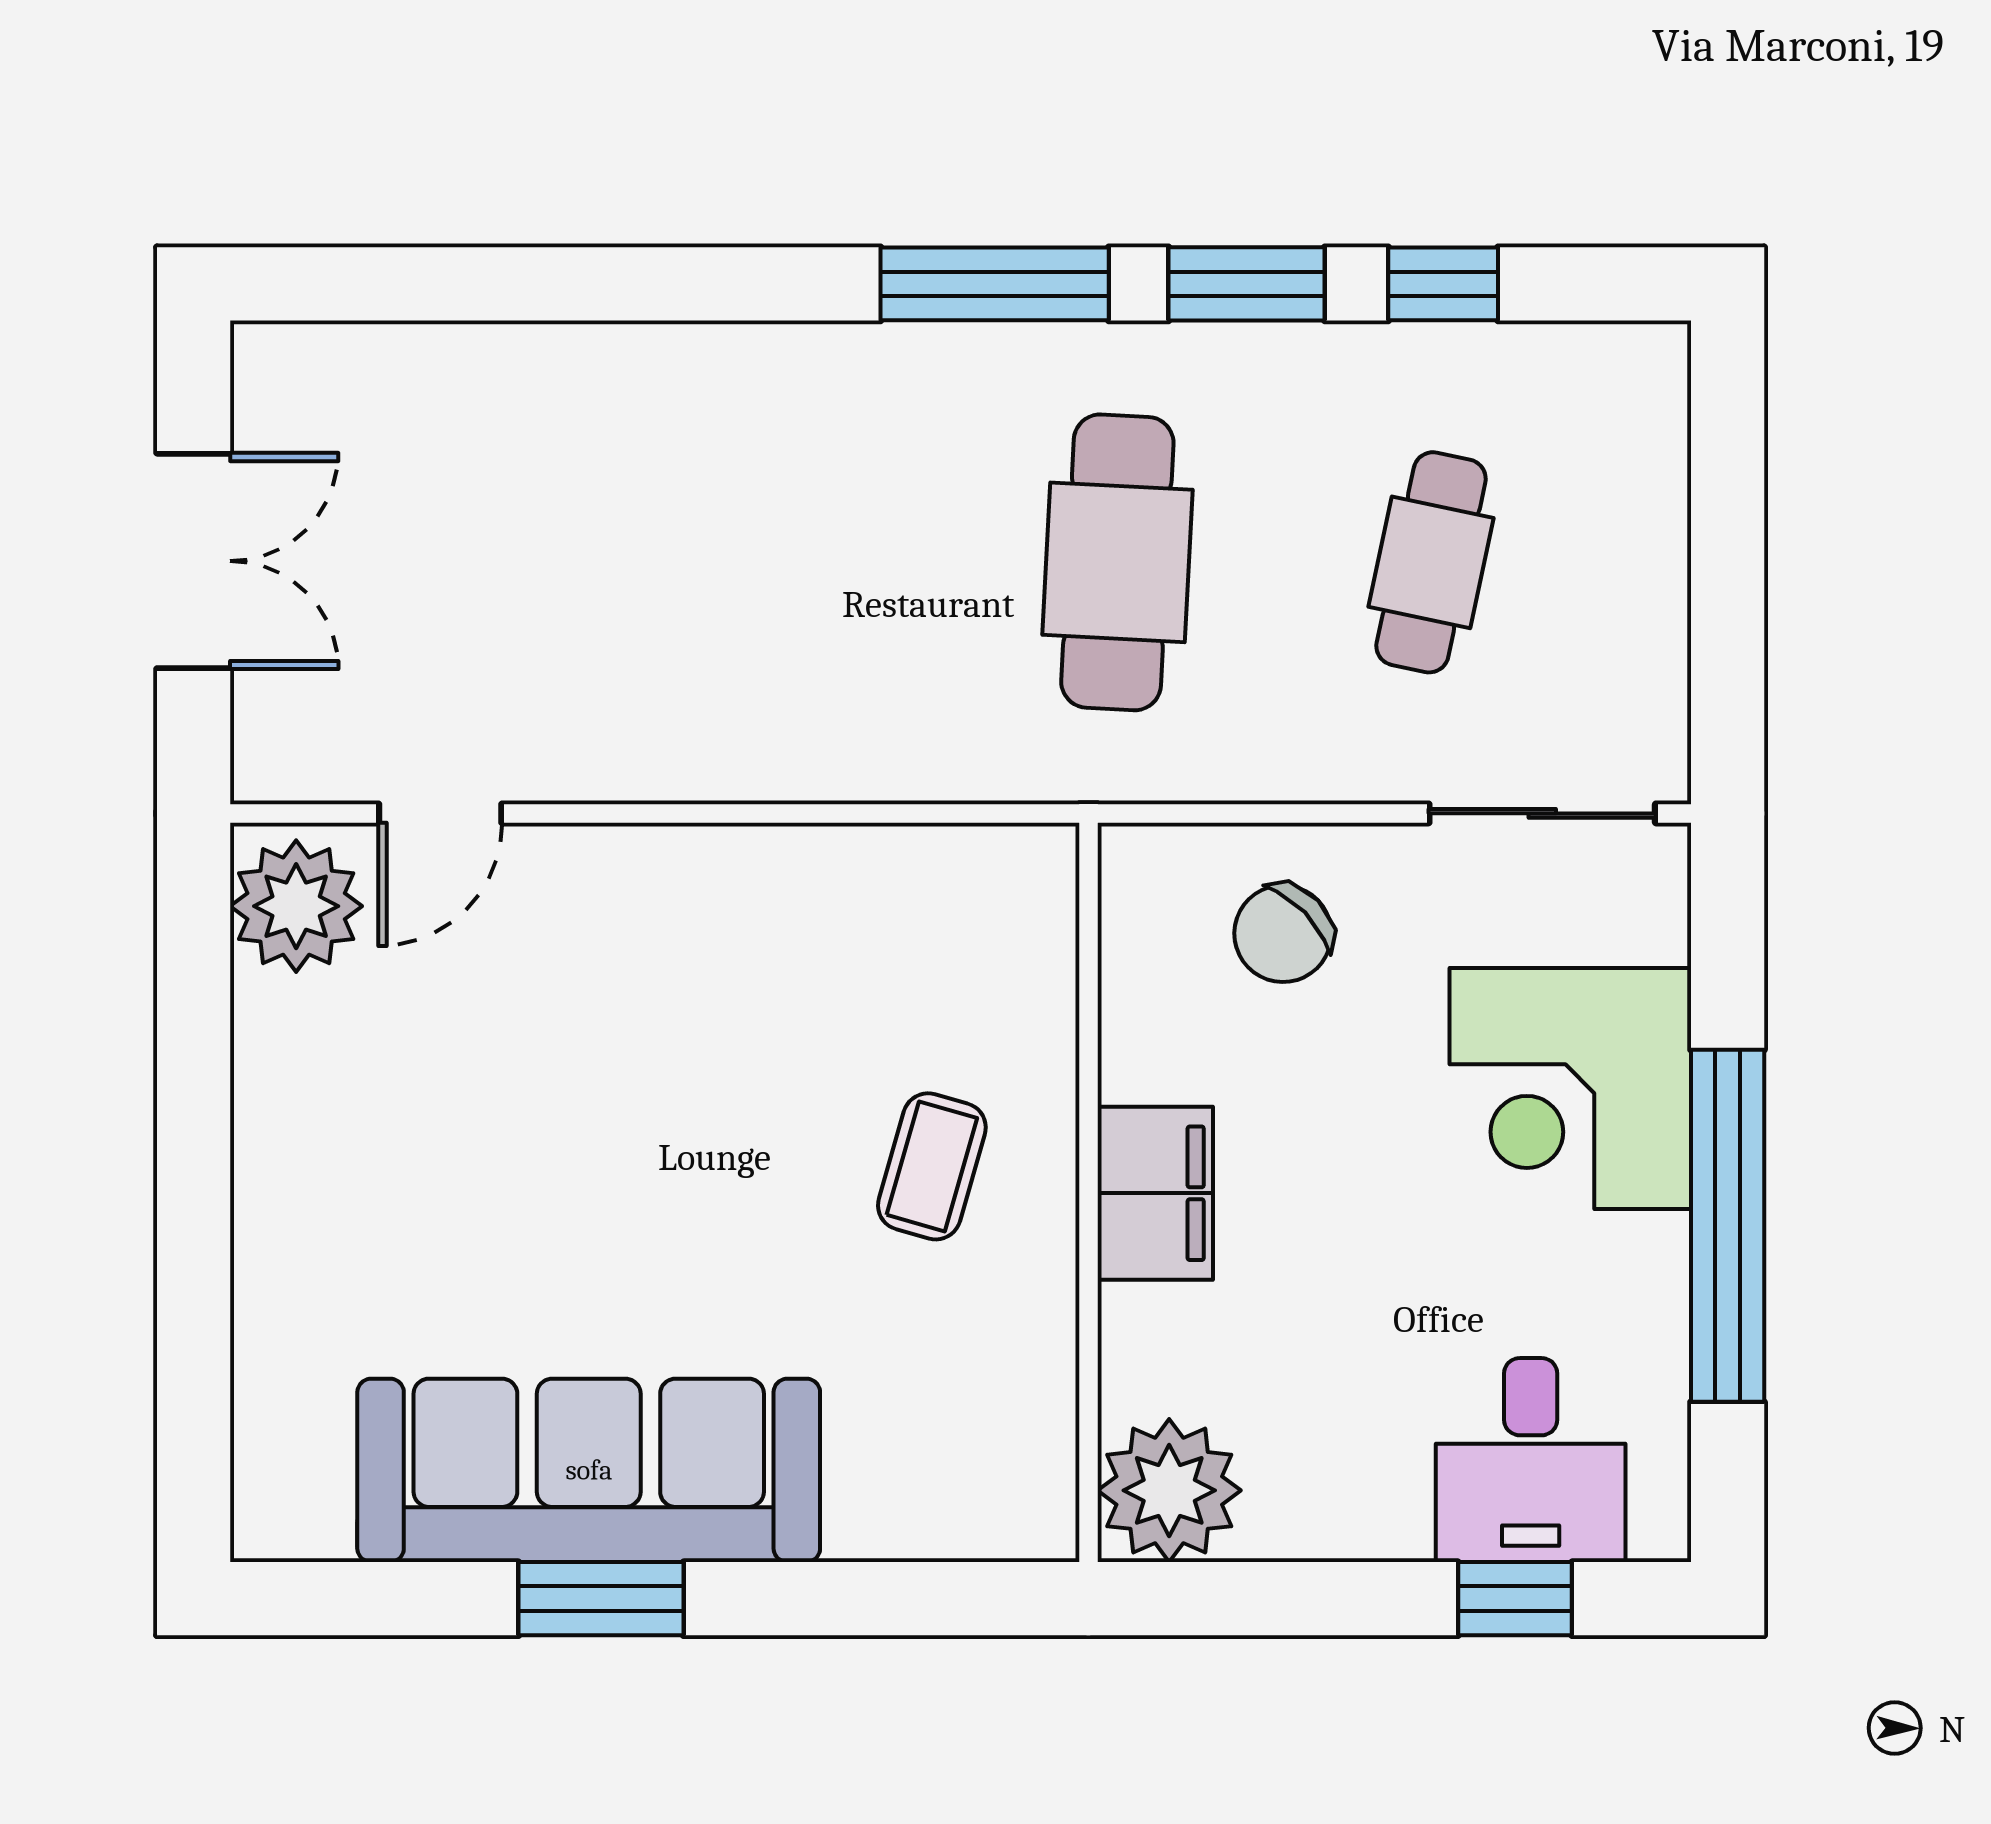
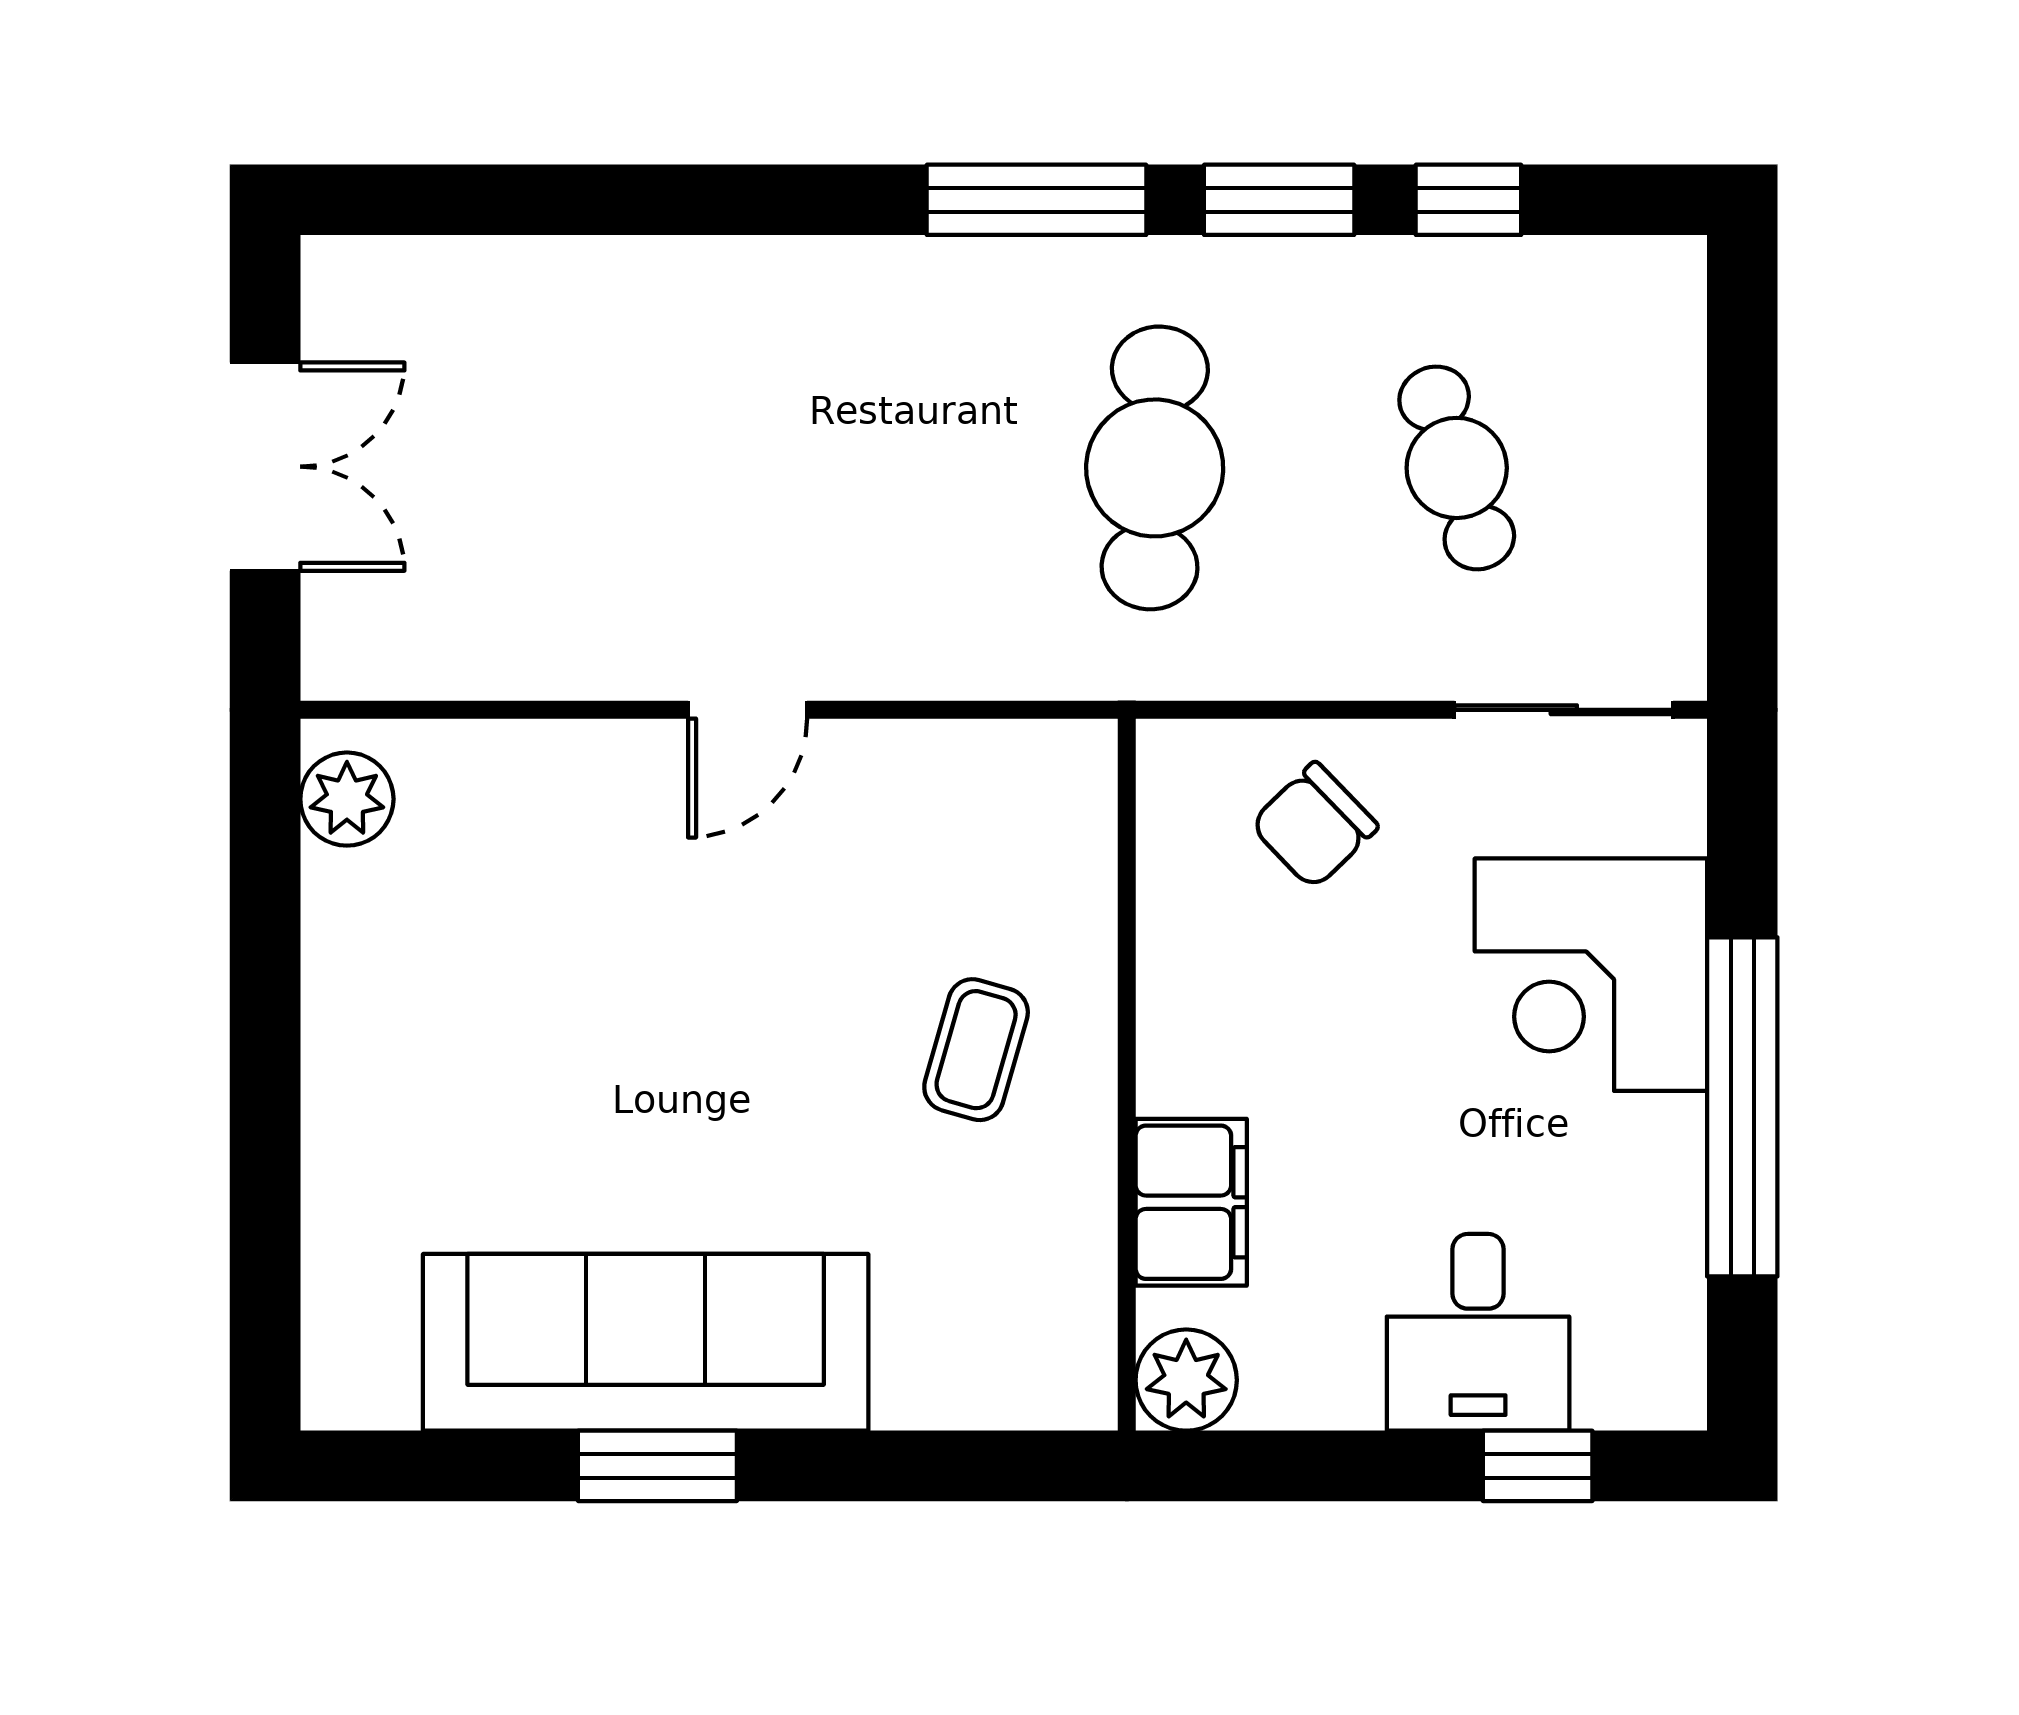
cafe table: (1431, 562) -> (1457, 468), turned -30
door: (440, 813) -> (748, 710), moved
plant: (296, 906) -> (347, 799), width x0.73, depth x0.73
filing cabinet: (1155, 1193) -> (1191, 1202), moved
desk: (1531, 1460) -> (1478, 1332), moved
plant: (1169, 1490) -> (1186, 1380), width x0.73, depth x0.73

